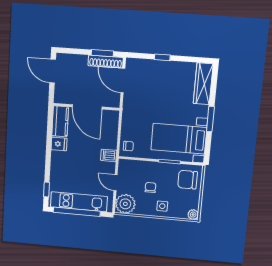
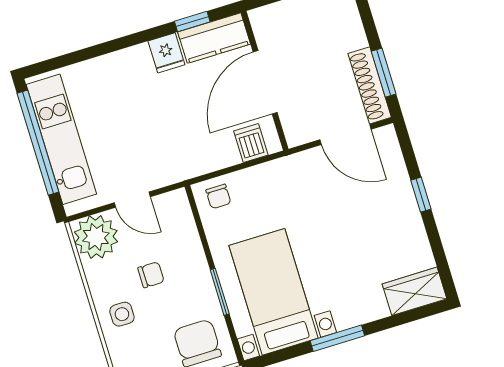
door: (123, 81) -> (345, 134), swing flipped
wardrobe: (203, 84) -> (414, 291), width x0.67
dishwasher: (109, 155) -> (251, 143), moved
door: (116, 183) -> (132, 200), swing flipped
window: (46, 190) -> (192, 21), moved

